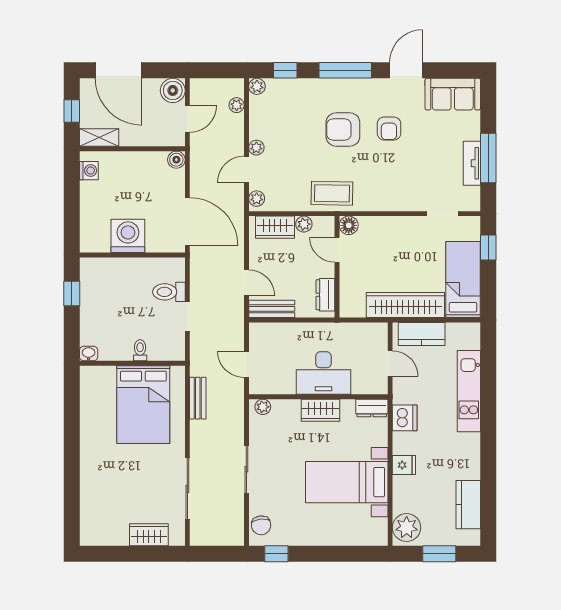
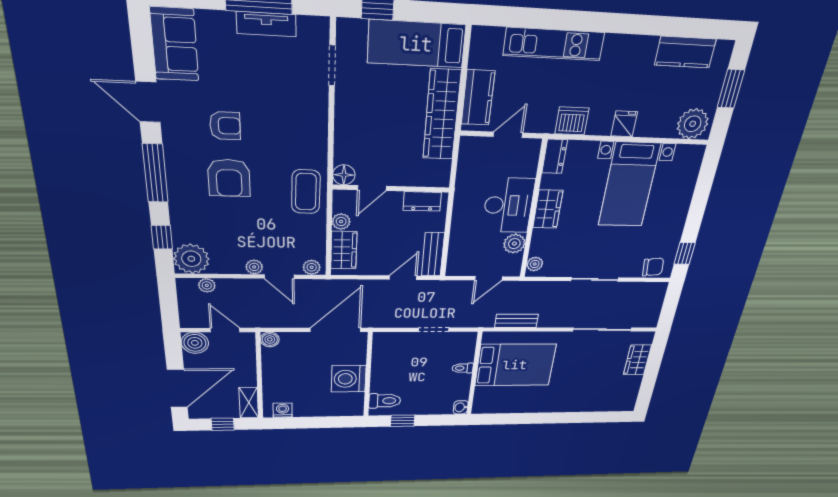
plant: (257, 86) -> (191, 259), width x1.88, depth x1.88
toilet: (169, 292) -> (385, 401), moved, turned -90
plant: (284, 384) -> (514, 244), added

